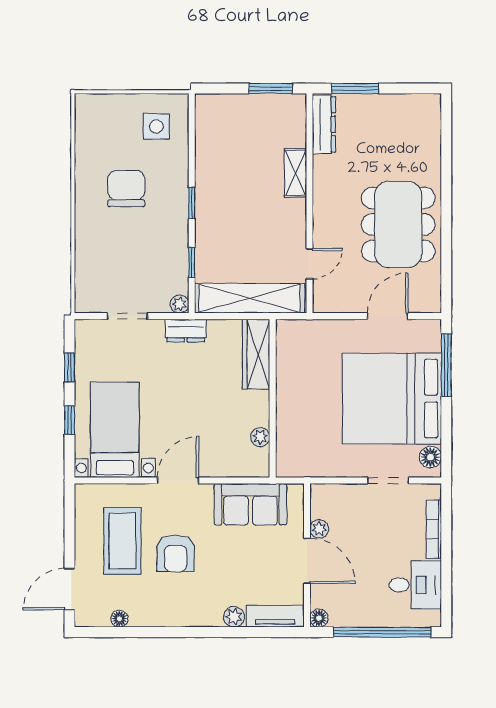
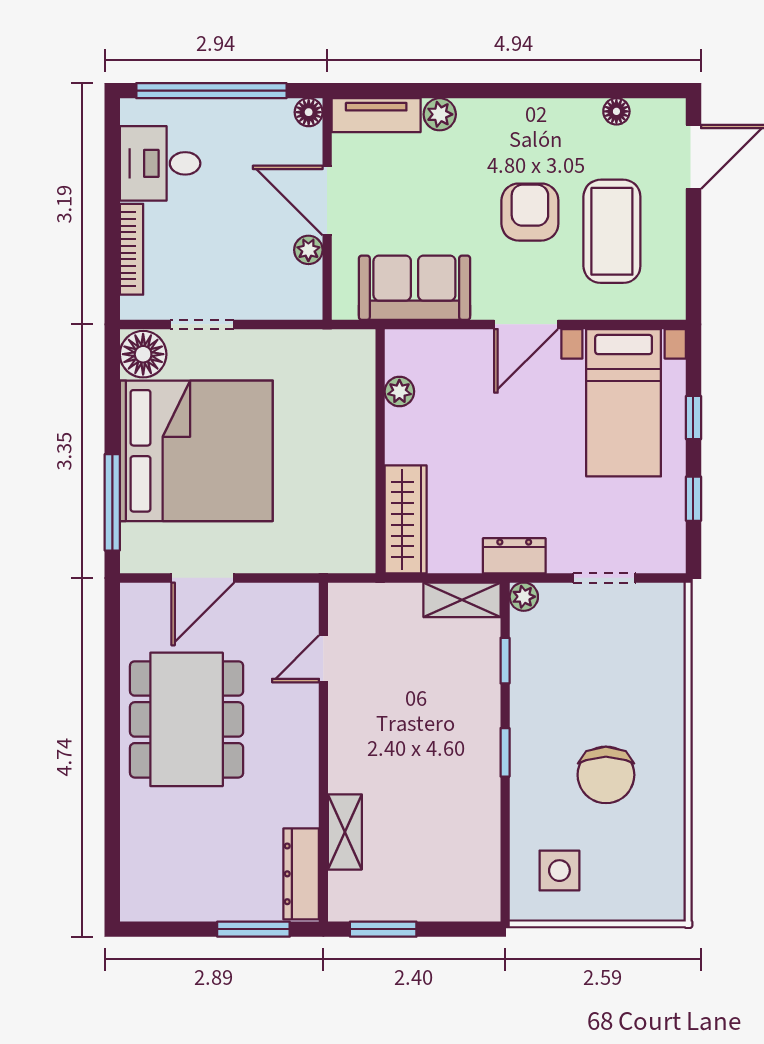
shelving: (296, 173) -> (345, 832), moved
shelving: (250, 298) -> (462, 600), width x0.45, depth x0.75
floor lamp: (430, 457) -> (143, 354), width x1.38, depth x1.38

